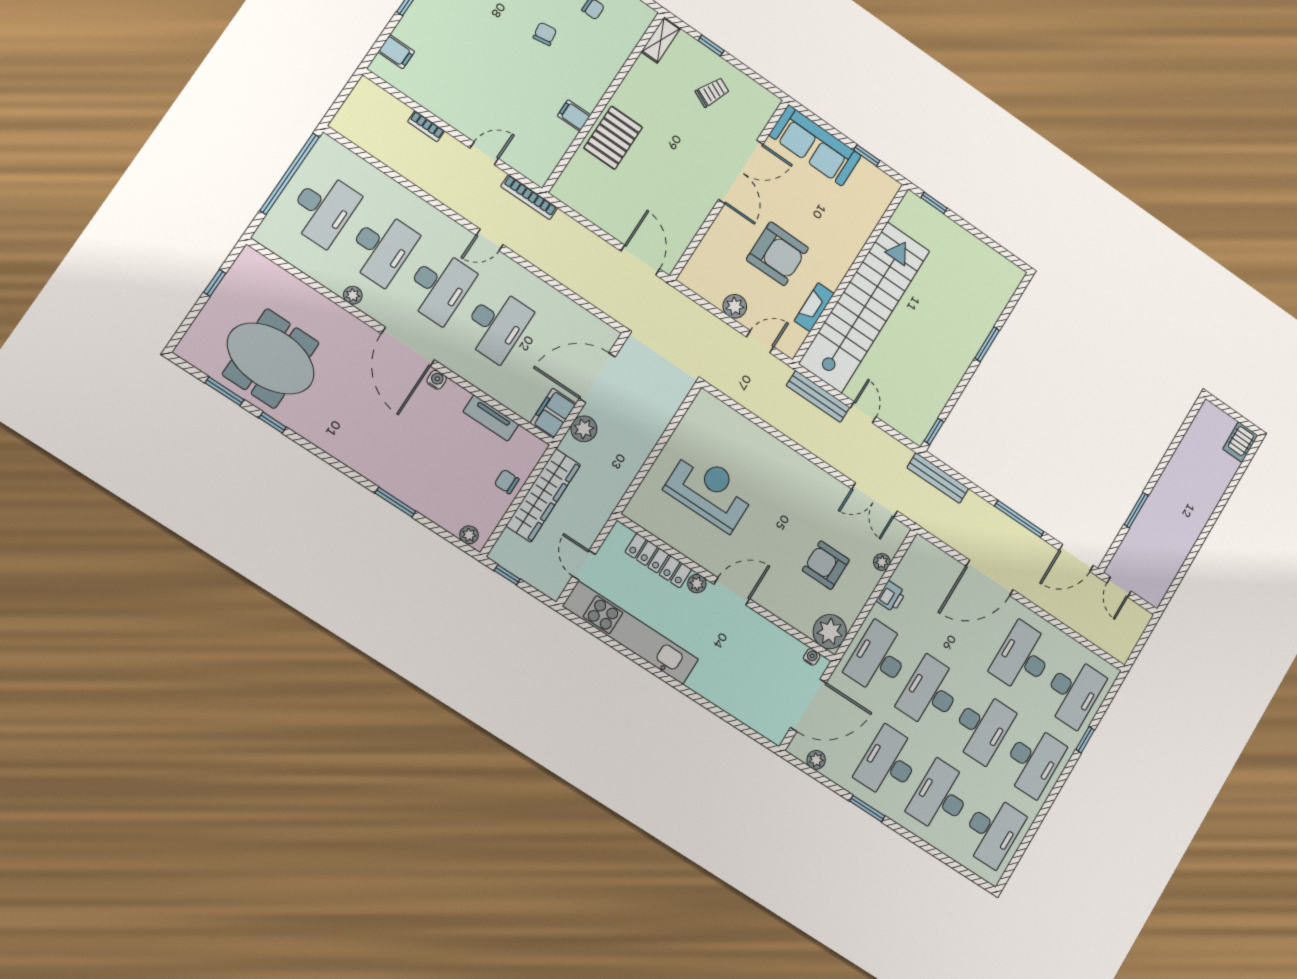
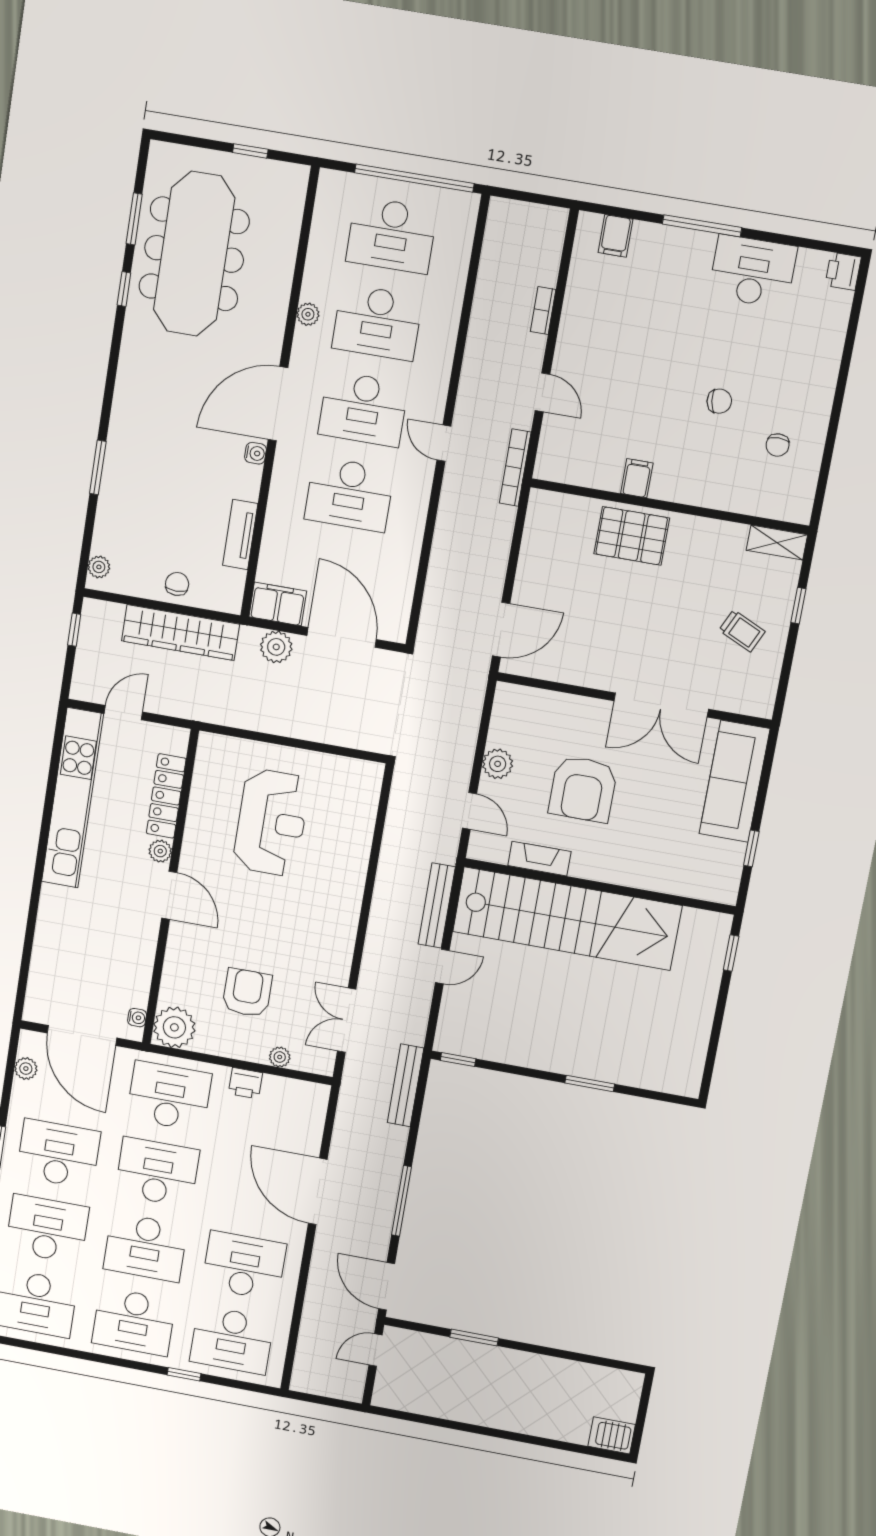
meeting table: (271, 359) -> (194, 254), width x1.36

